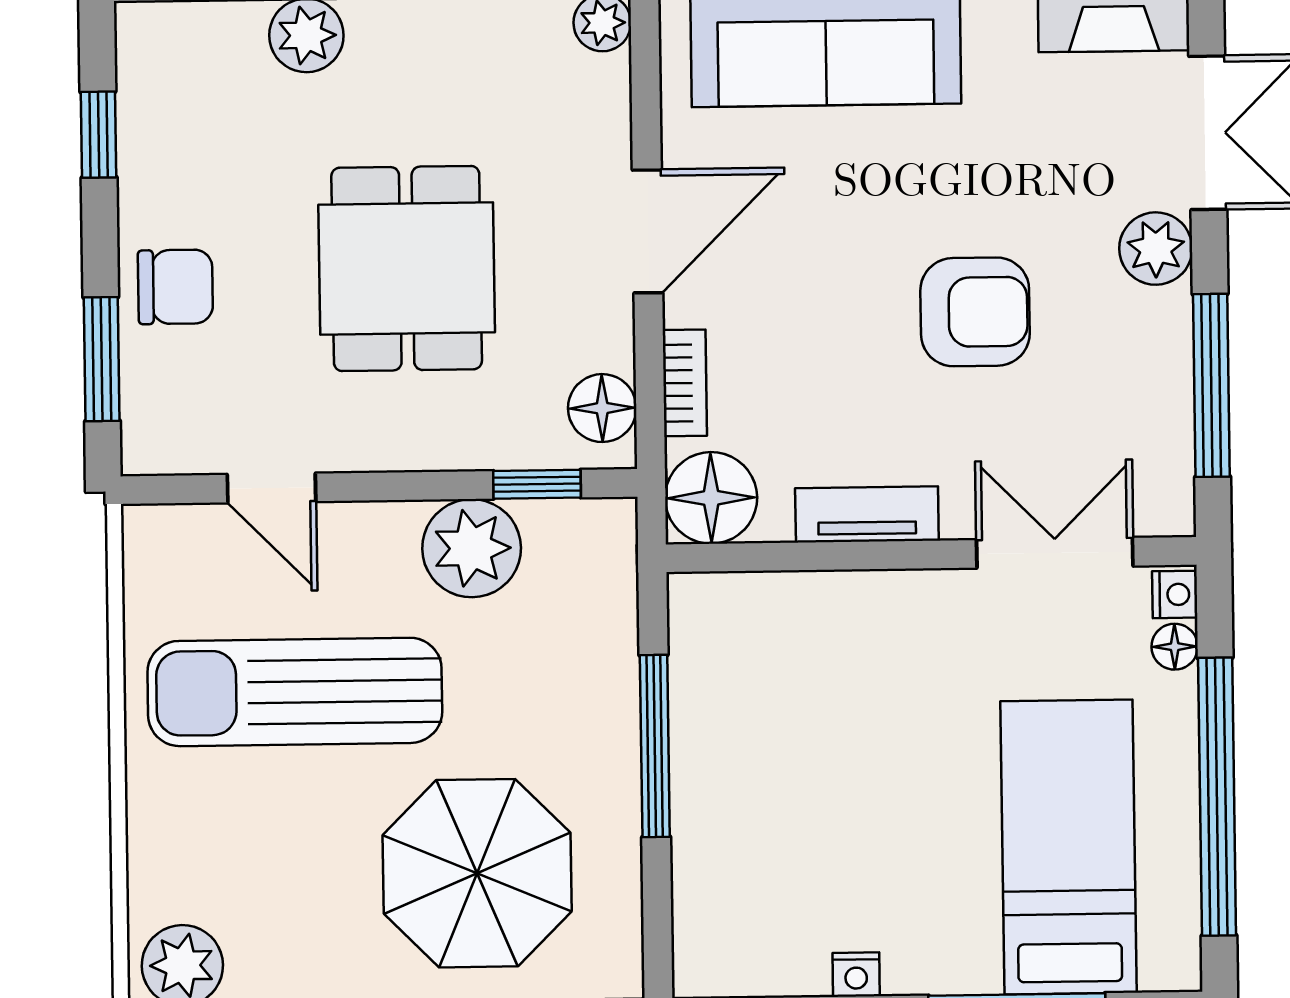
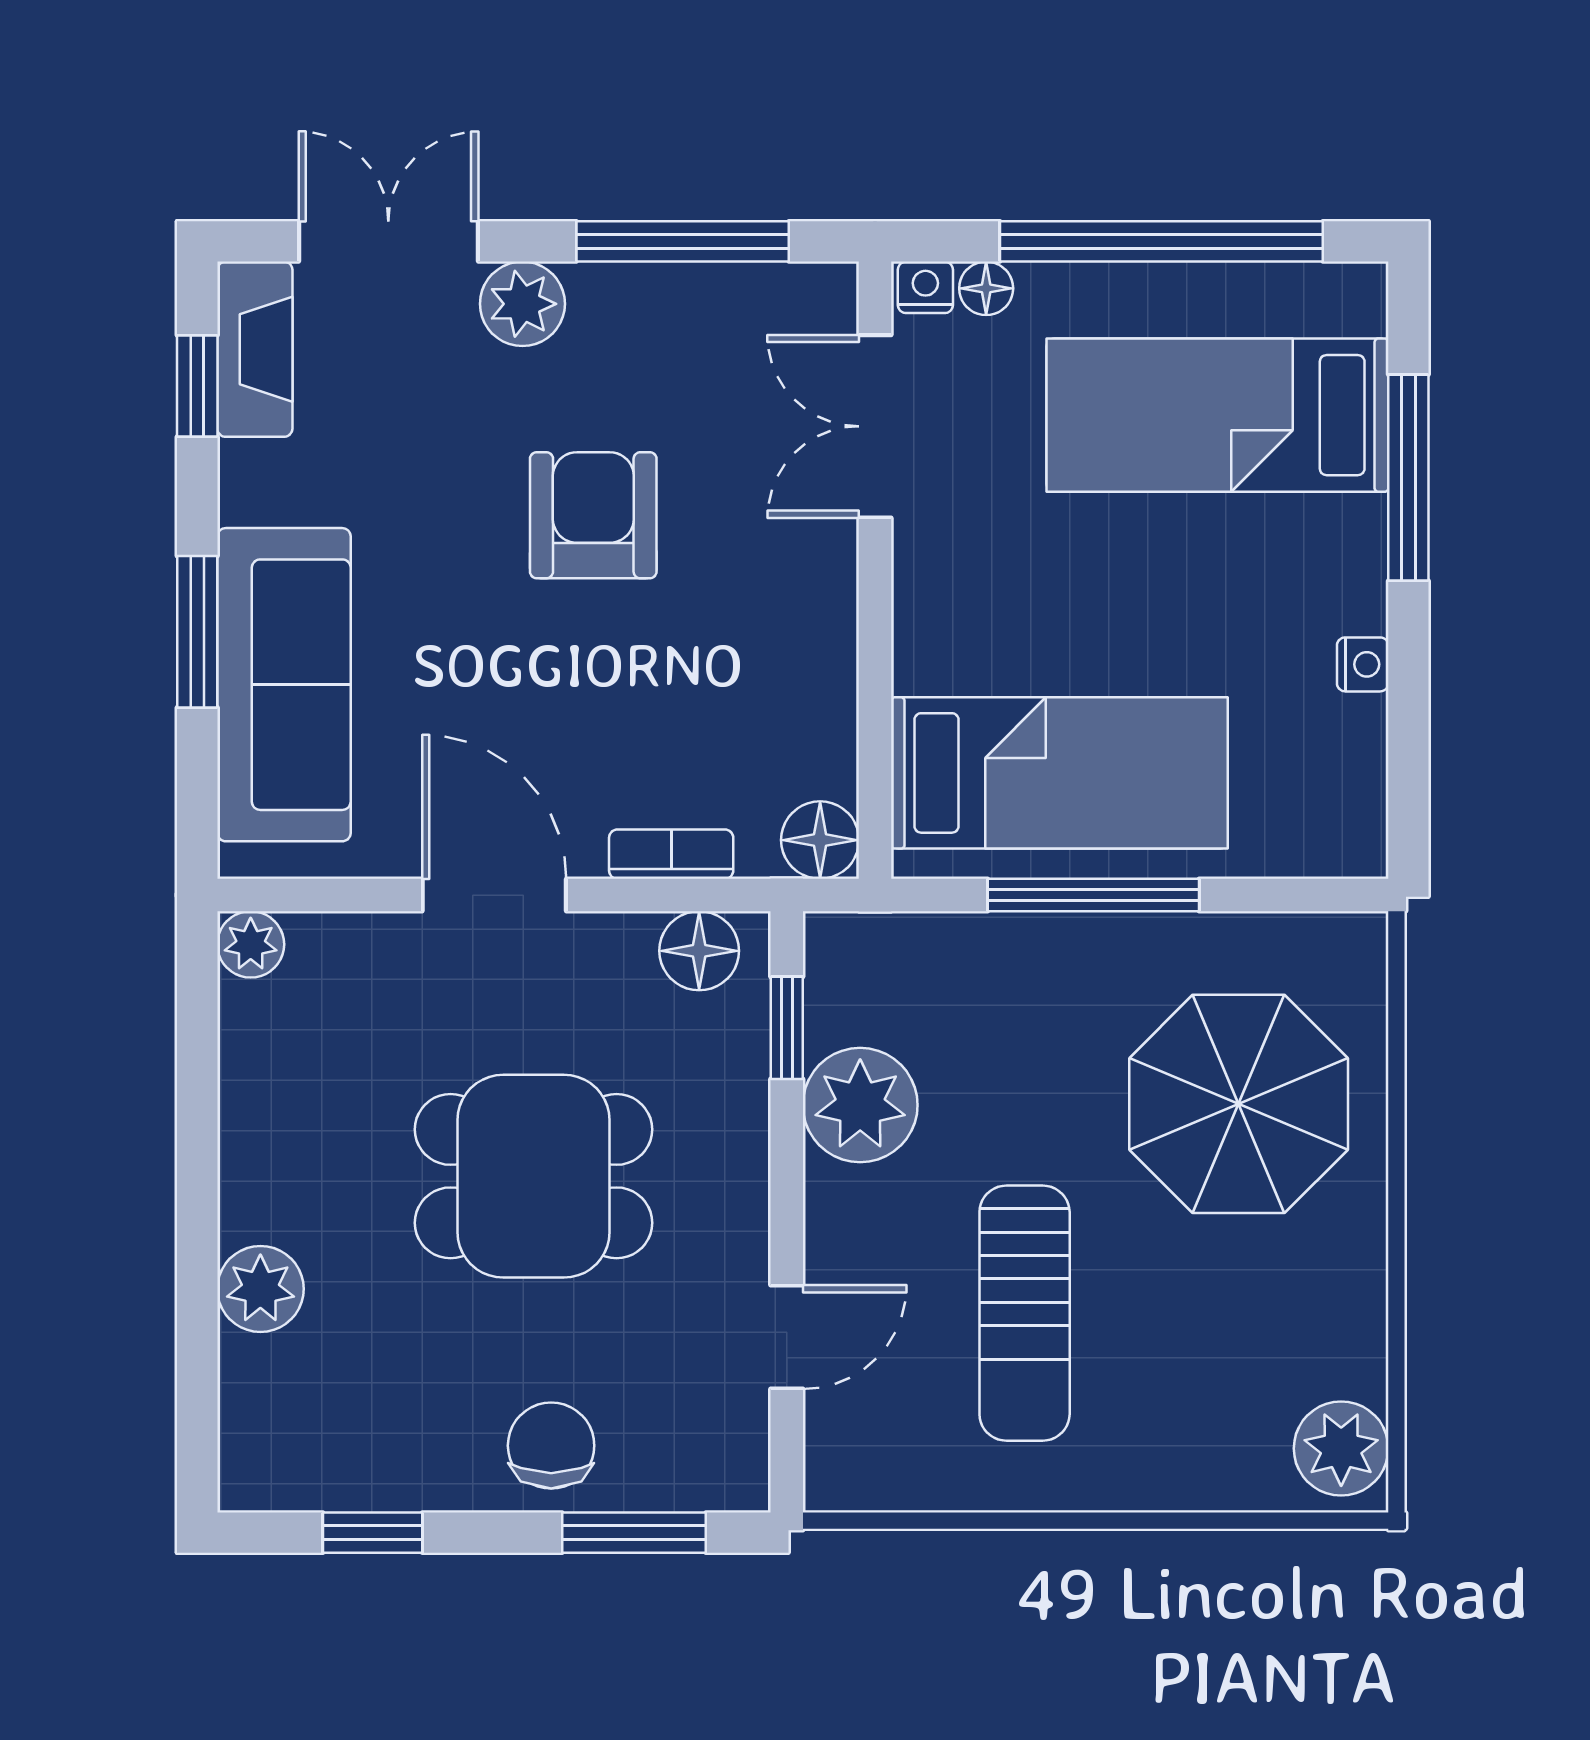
floor lamp: (711, 498) -> (820, 840), width x0.73, depth x0.73
tv unit: (867, 514) -> (827, 644), removed
sun lounger: (295, 692) -> (1025, 1313), width x0.73, depth x0.75
bed: (759, 715) -> (1059, 773), added

